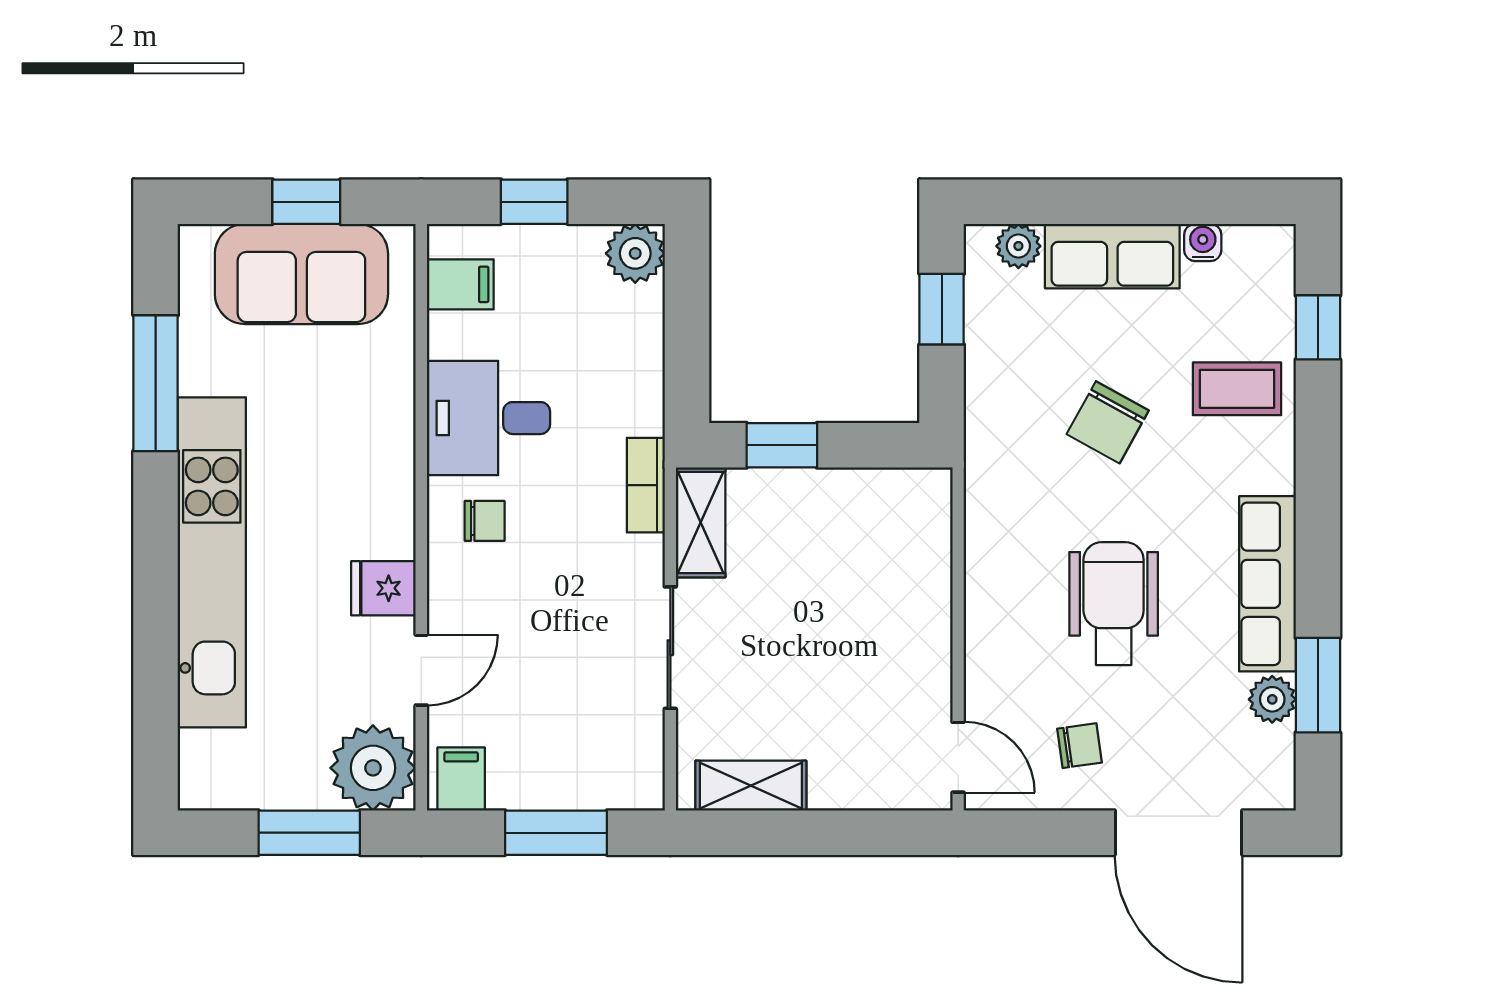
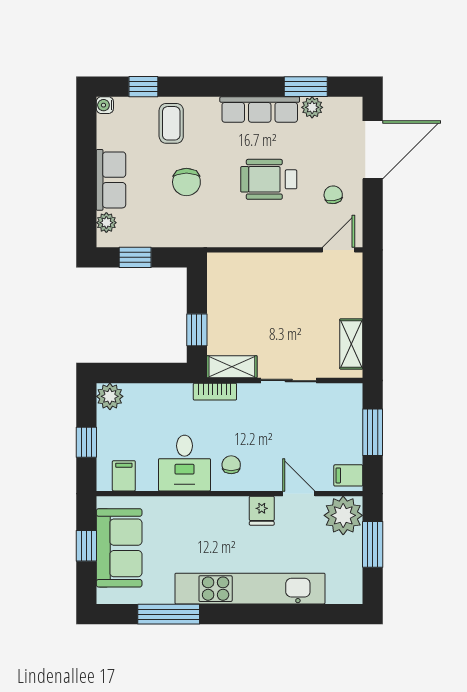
water cooler: (1203, 242) -> (105, 105), moved
chair: (1108, 422) -> (186, 182), turned 61

